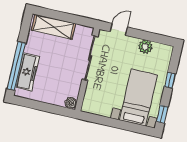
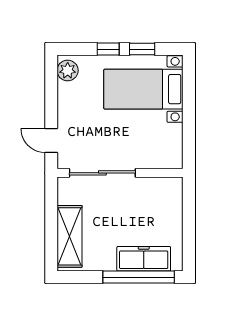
plant: (145, 47) -> (68, 70), moved
boiler: (71, 103) -> (174, 185), removed
window: (162, 114) -> (142, 49), moved

